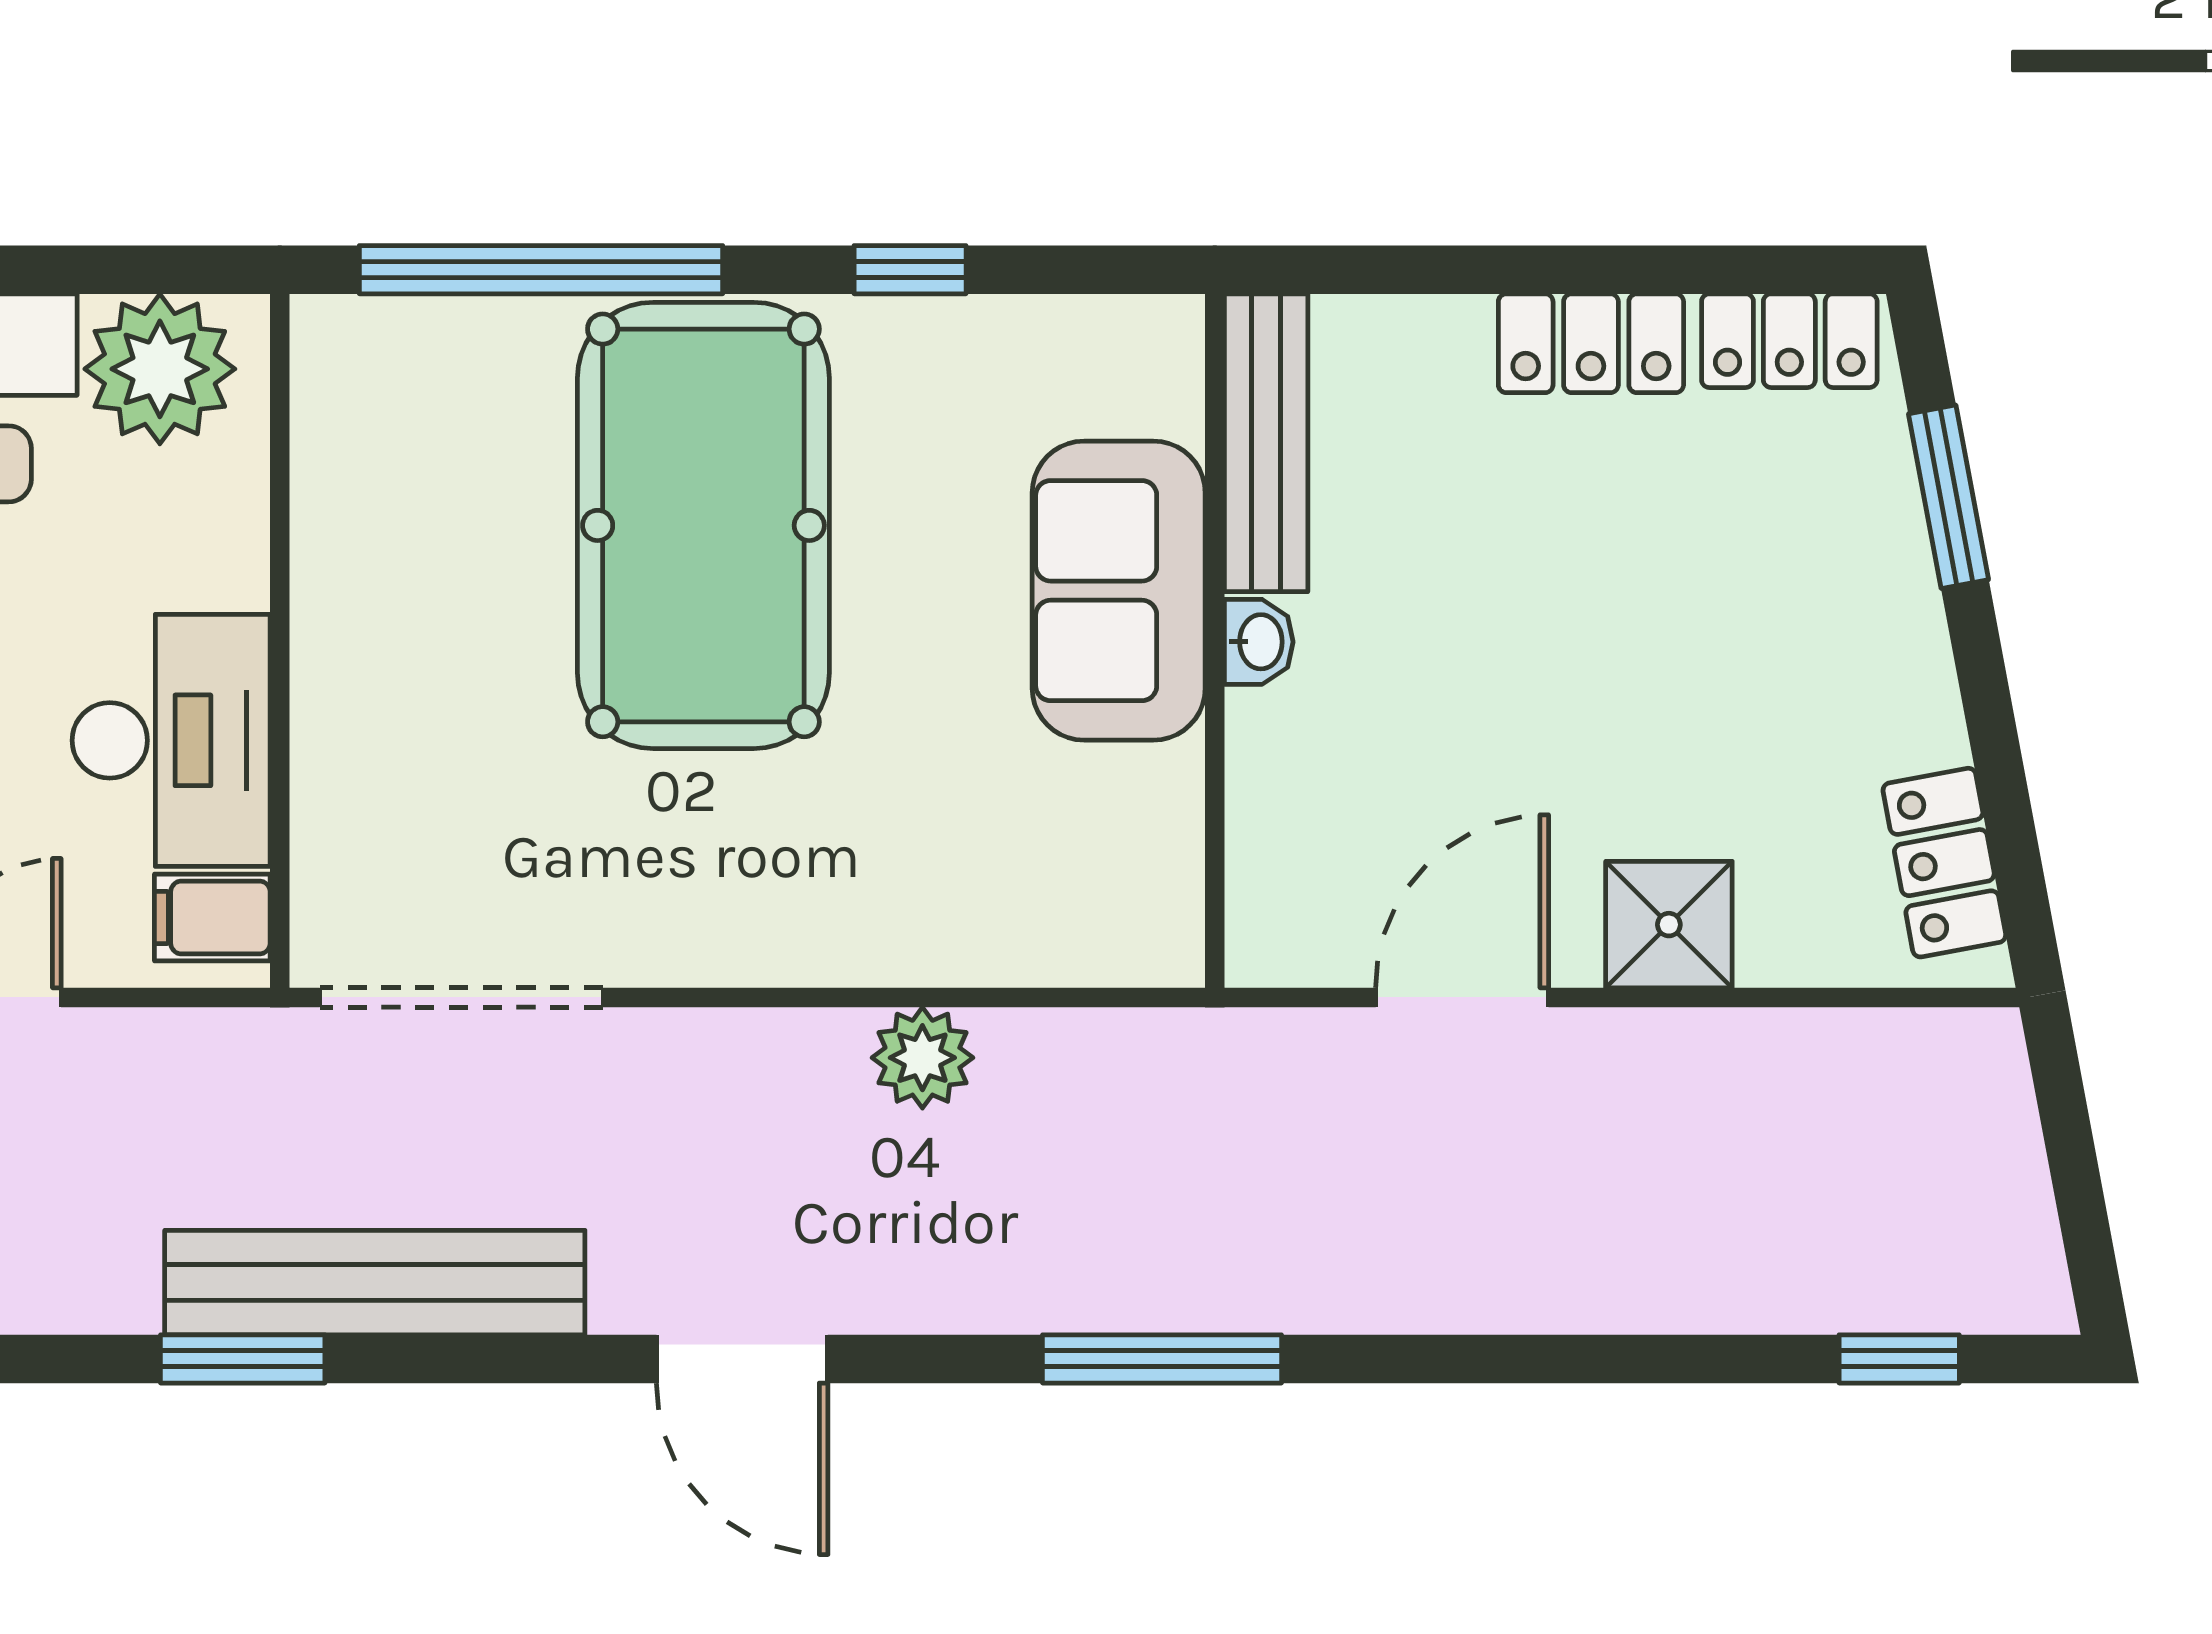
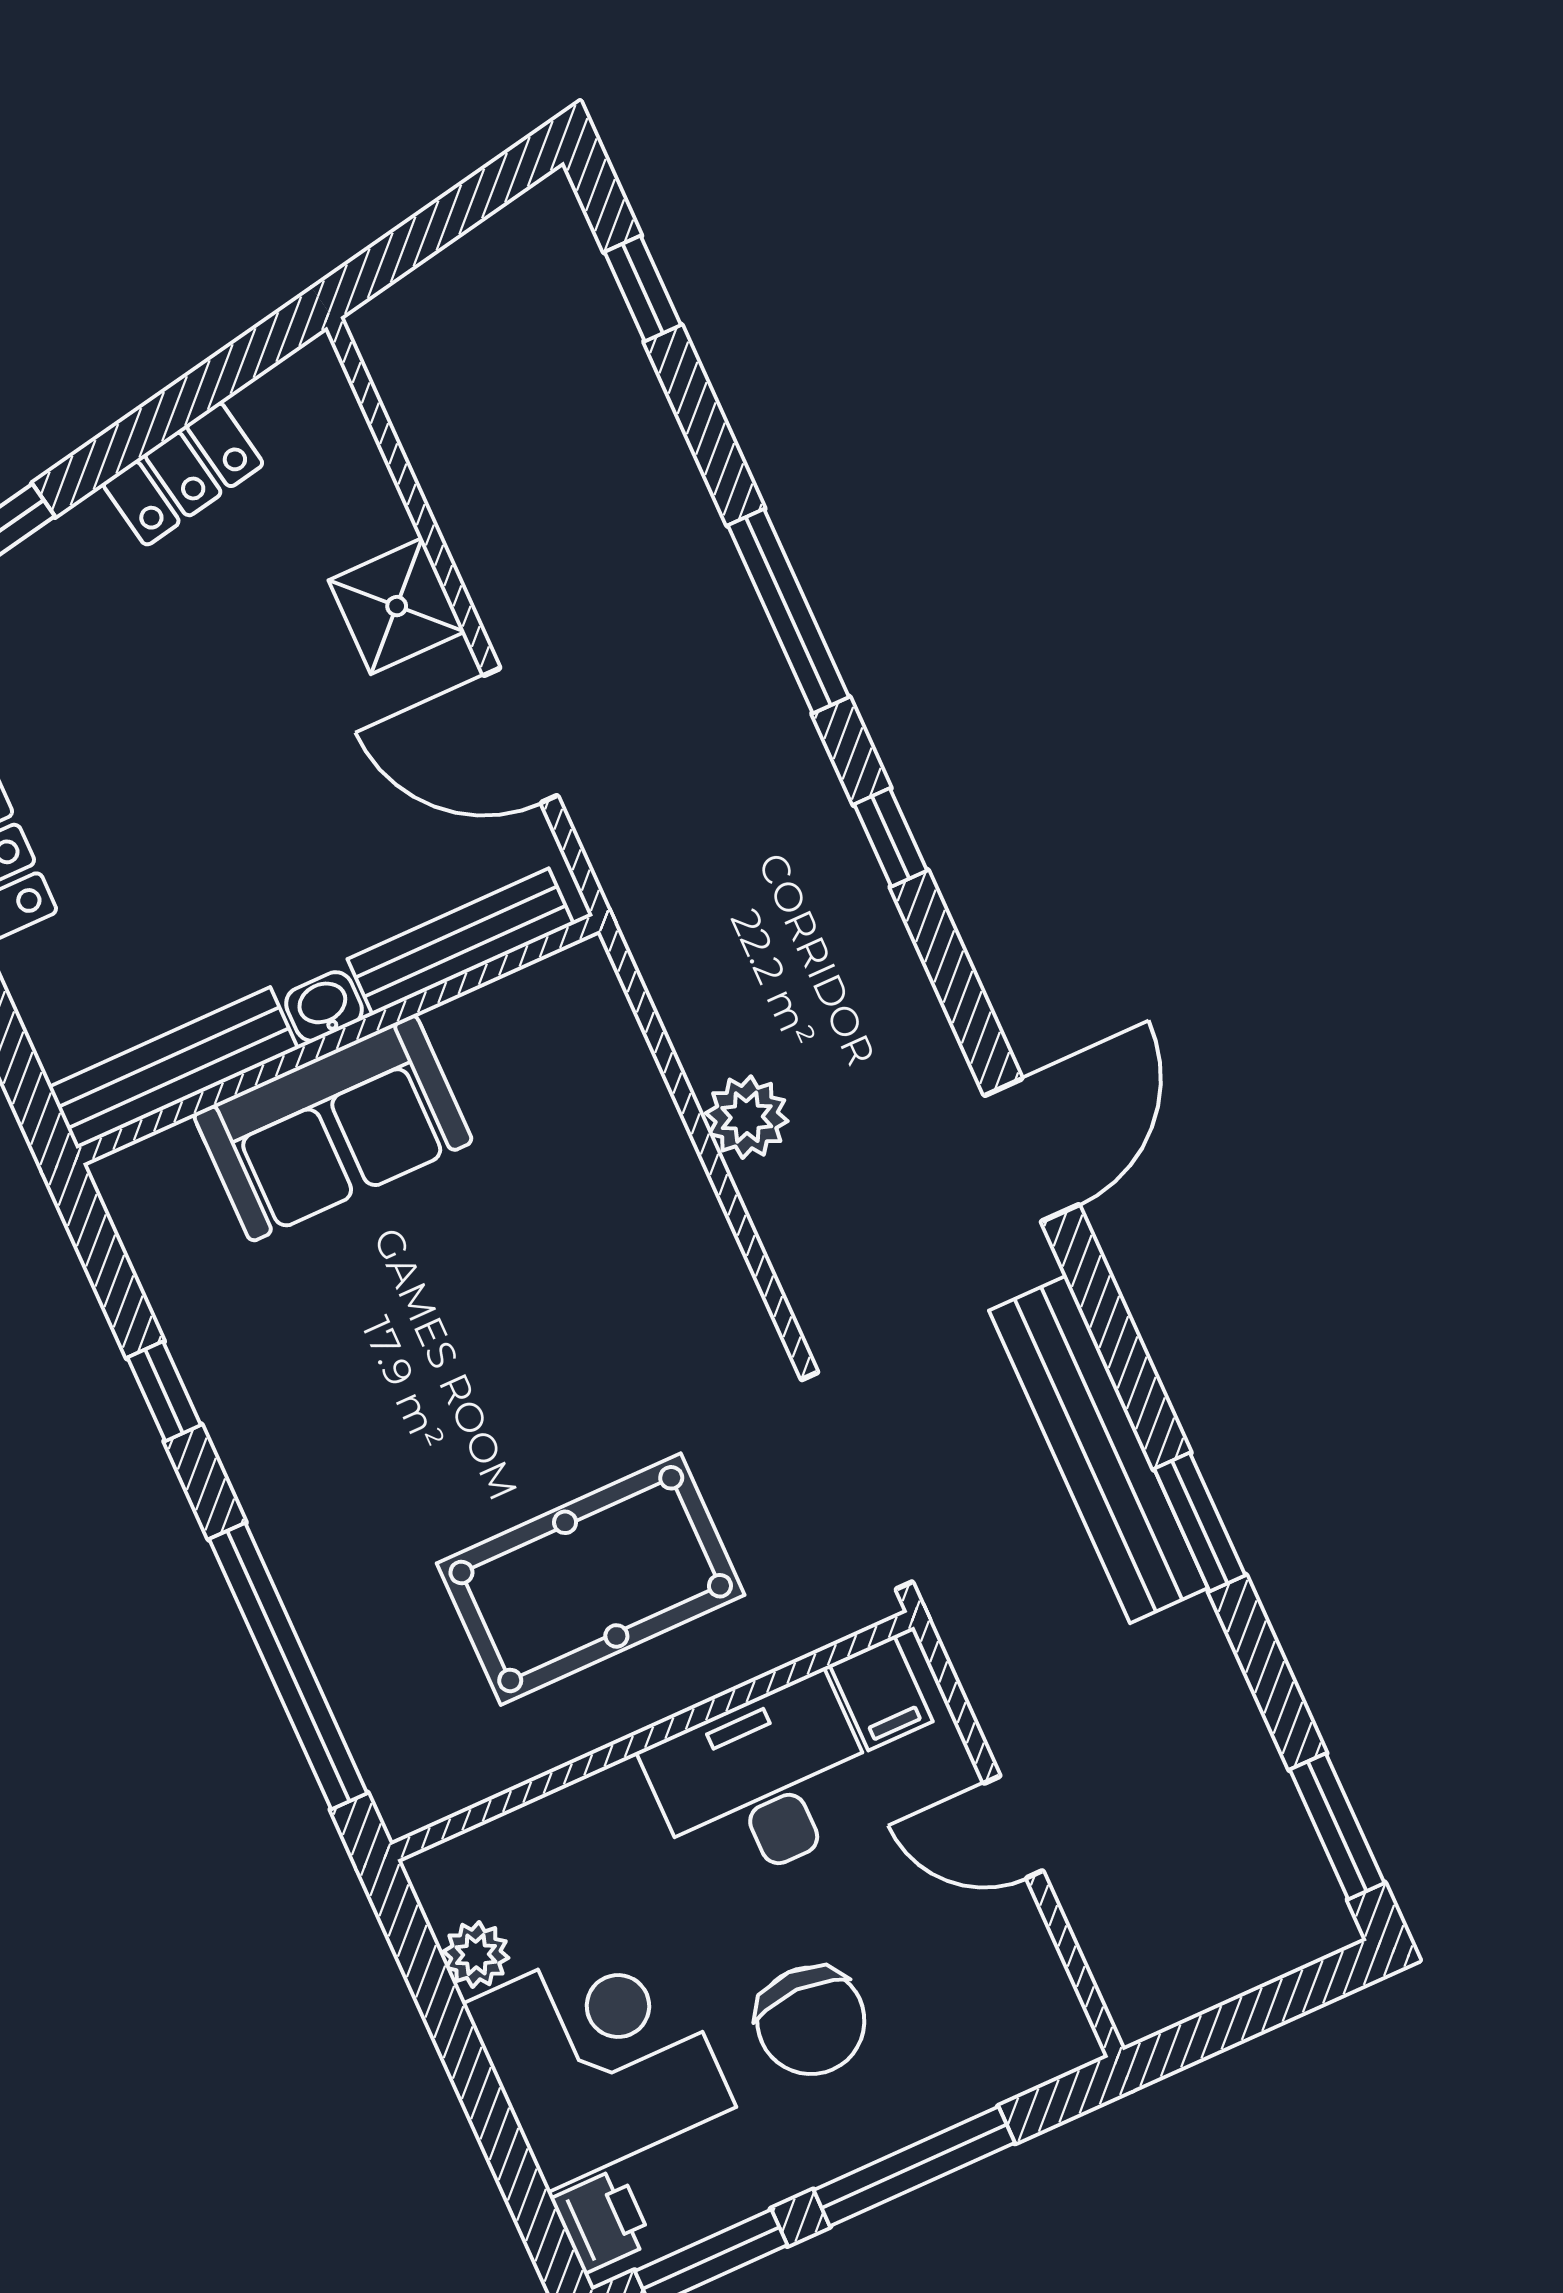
plant: (160, 369) -> (476, 1955), width x0.53, depth x0.53
pool table: (703, 525) -> (591, 1579), moved, width x0.73, depth x0.76
bench: (1262, 827) -> (461, 942), added
locker: (1944, 863) -> (183, 474), moved
window: (1162, 1359) -> (891, 837), width x0.46
window: (1466, 1359) -> (788, 611), added

